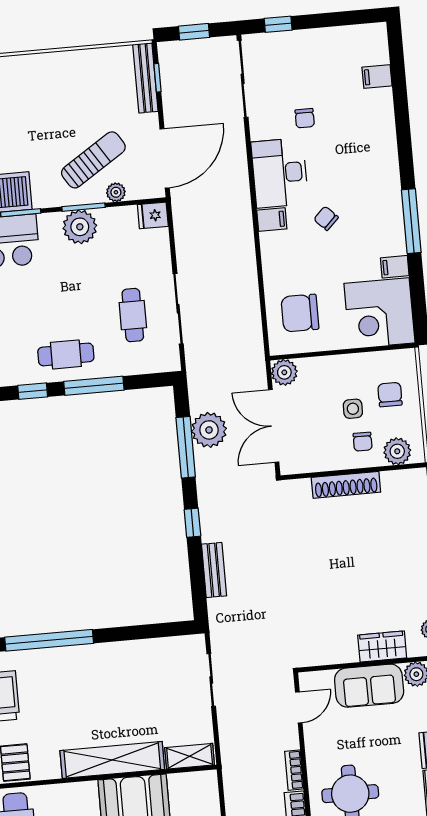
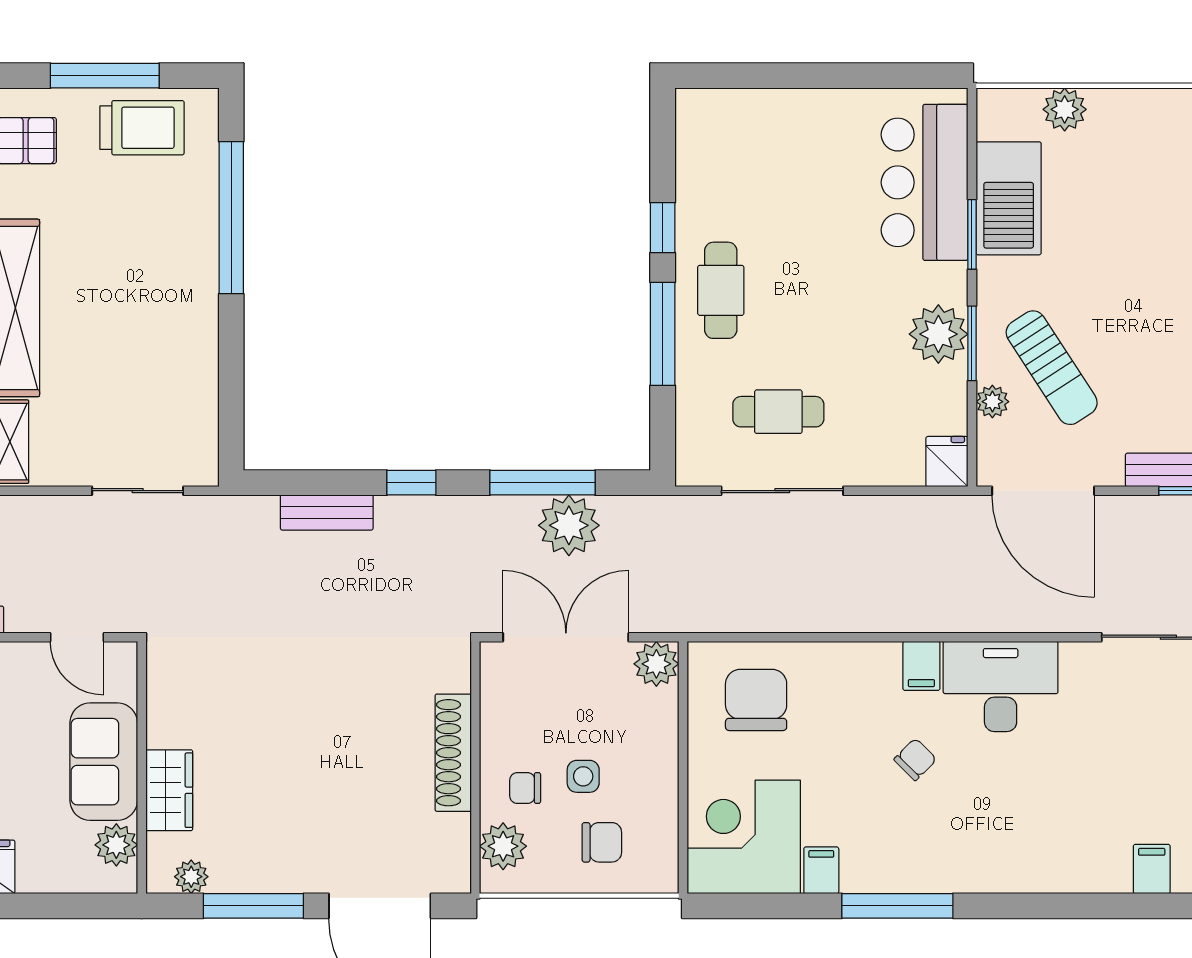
chair: (305, 118) -> (1091, 738), removed

